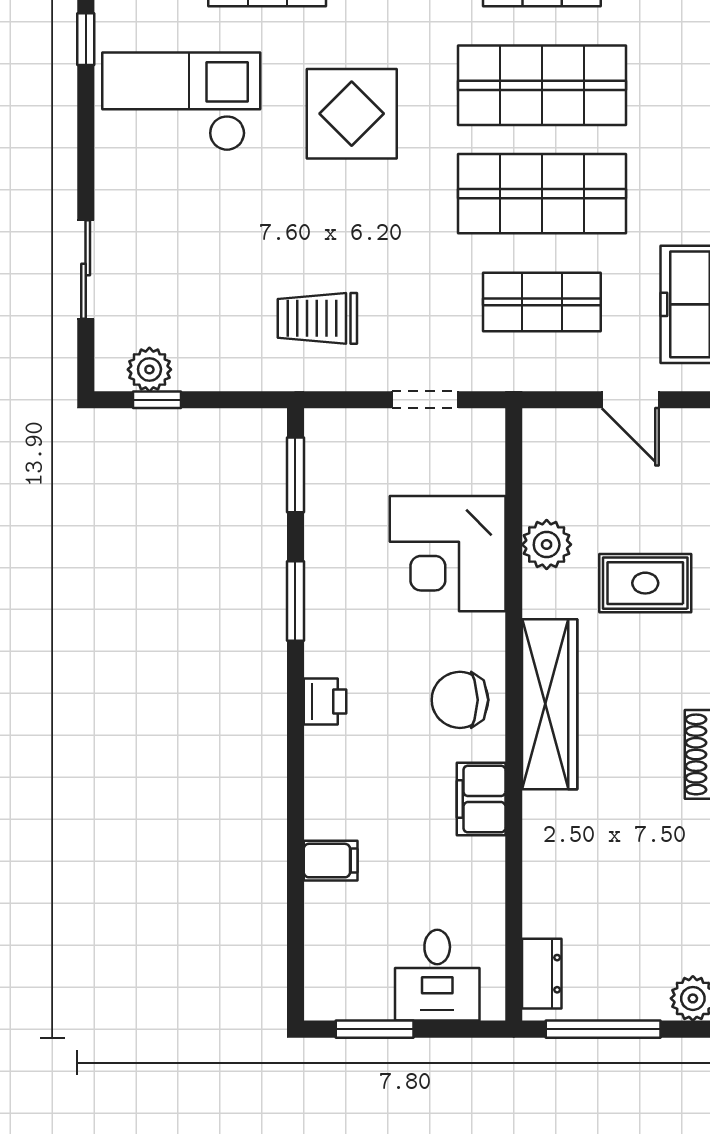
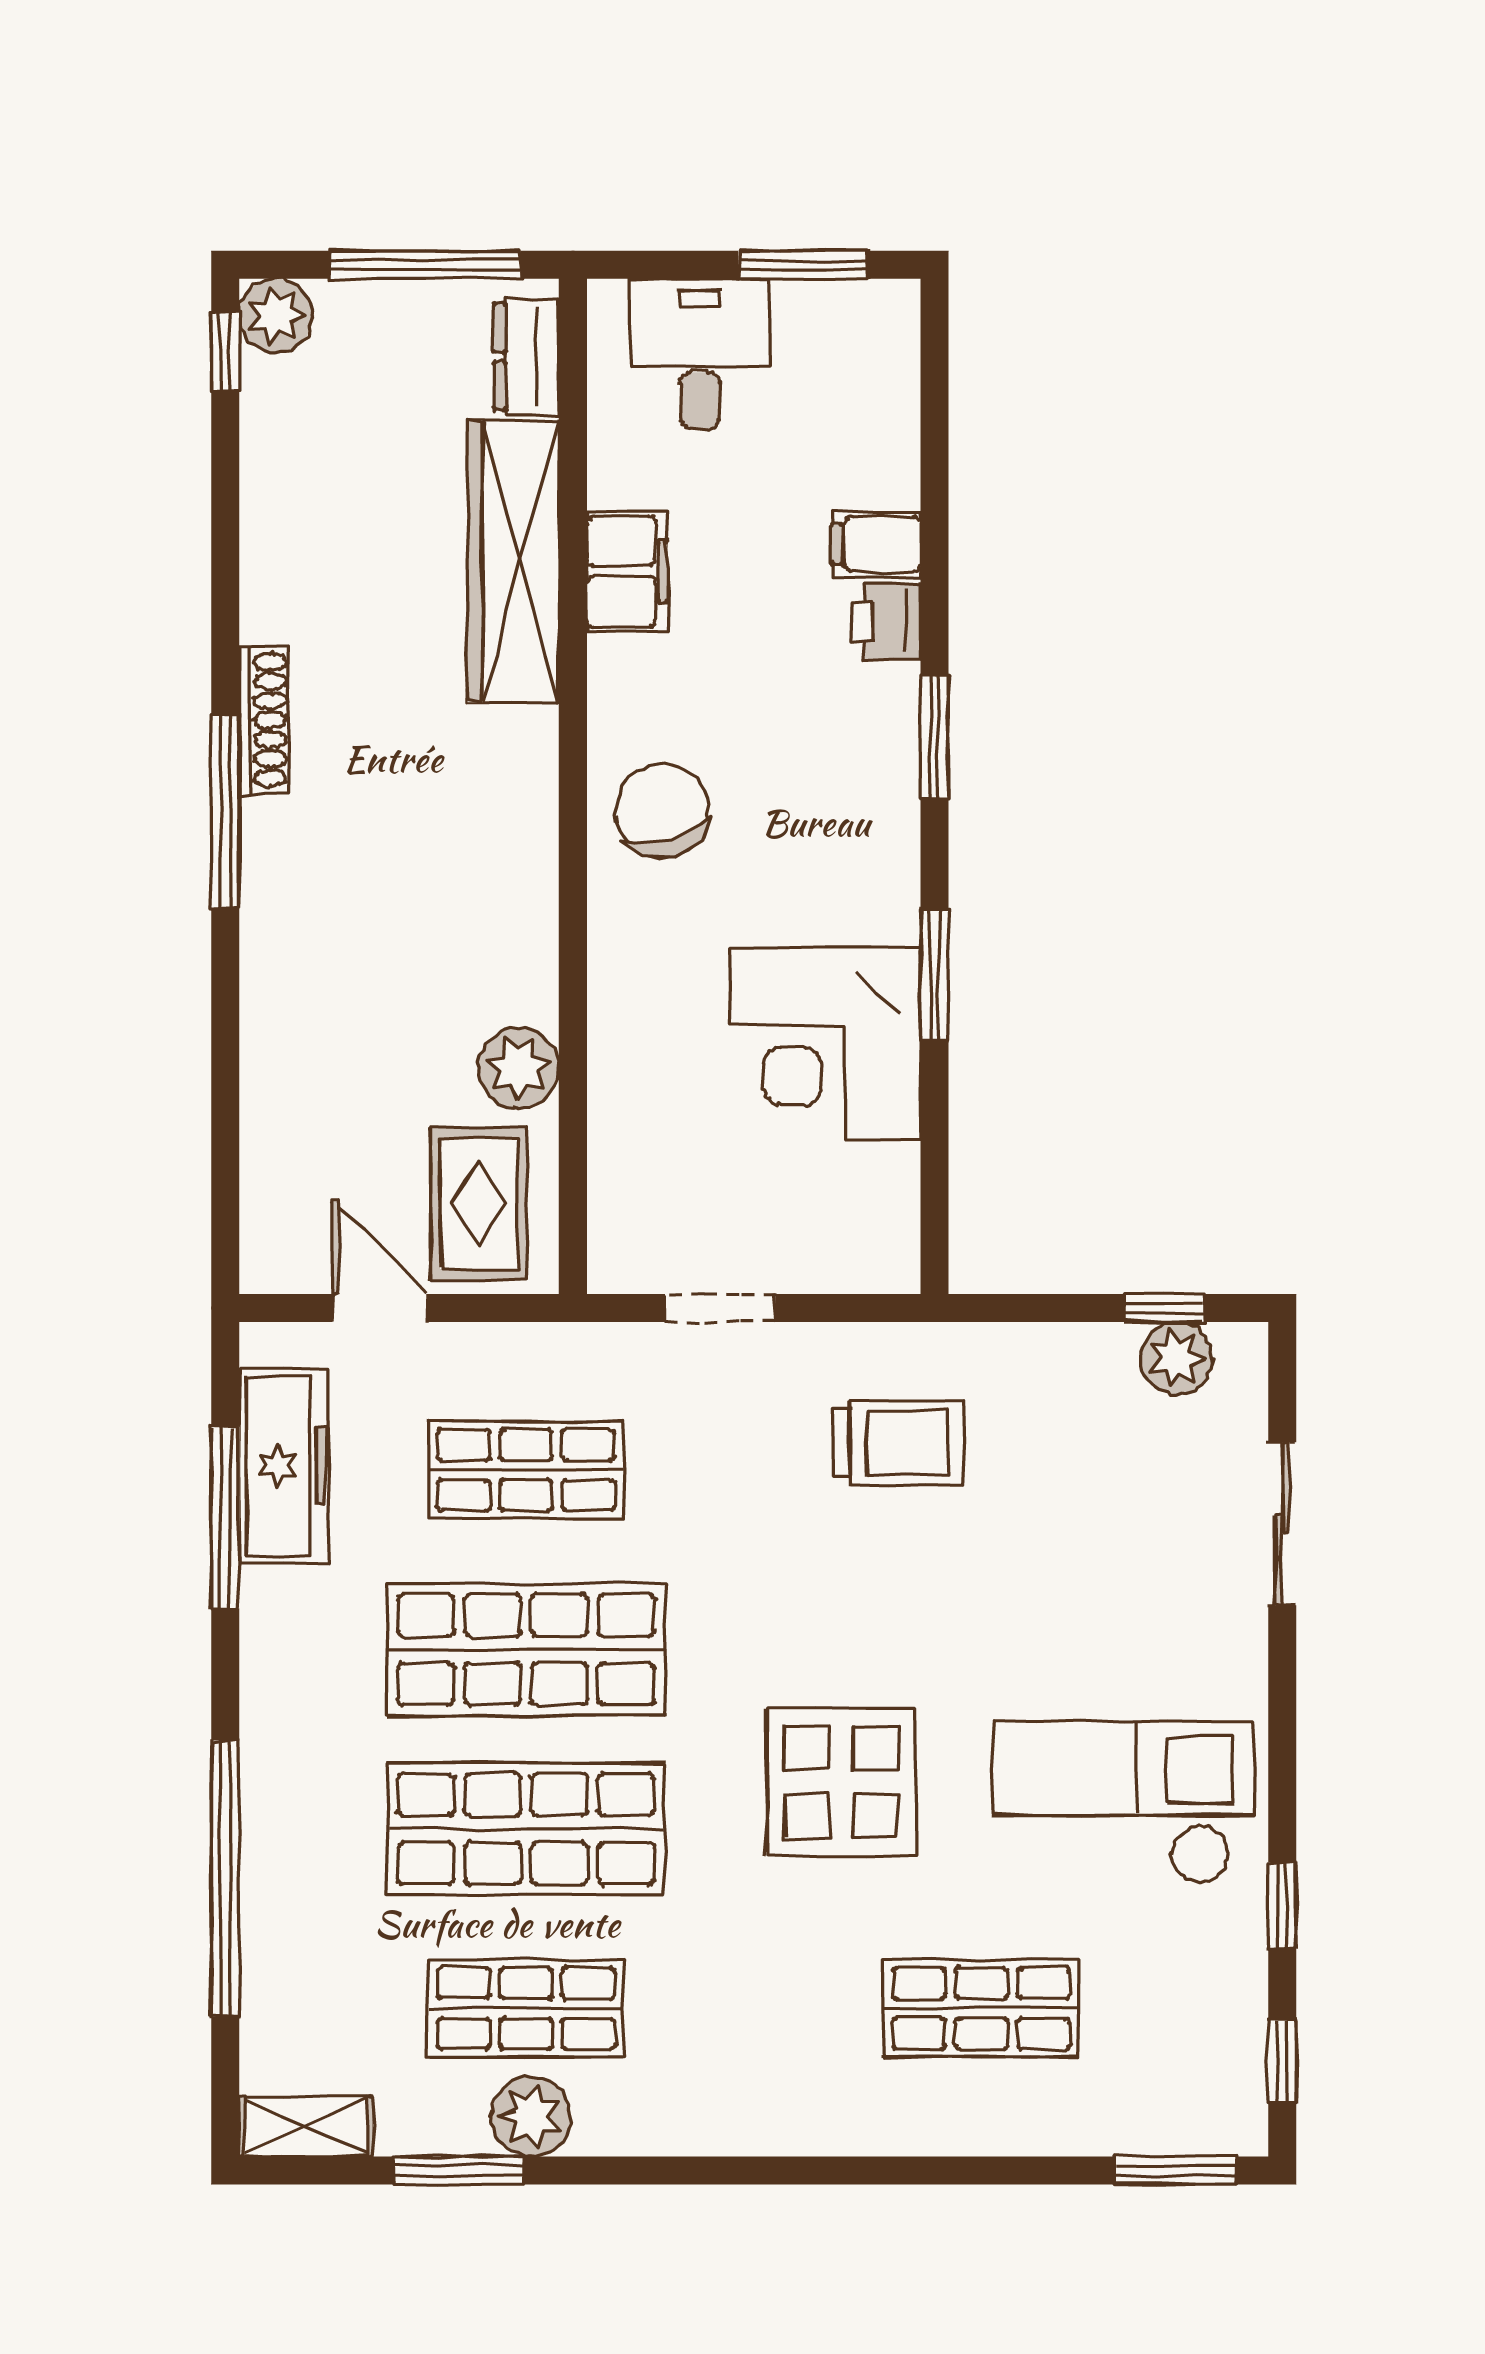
checkout: (181, 102) -> (1124, 1802), turned 180
window: (295, 475) -> (935, 737), moved
corner desk: (448, 554) -> (825, 1044), moved, turned 180
rug: (645, 583) -> (479, 1204), moved, turned 90
chair: (460, 700) -> (662, 810), turned -105
printer: (325, 702) -> (886, 621), moved
wardrobe: (550, 704) -> (513, 561), moved
filing cabinet: (481, 799) -> (627, 571), moved

